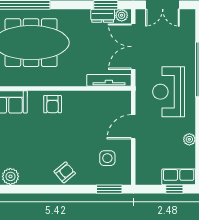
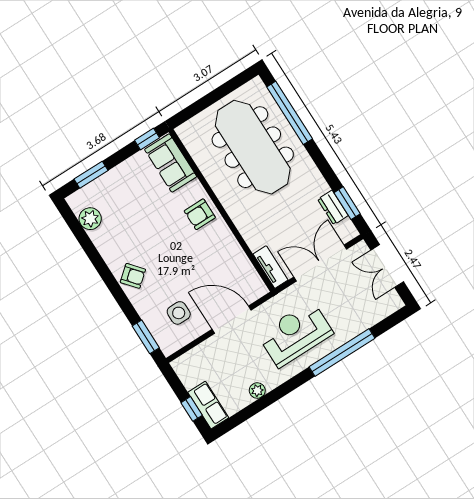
plant: (122, 15) -> (347, 228), removed
tv unit: (109, 80) -> (270, 267), width x0.71
door: (133, 127) -> (232, 320), width x1.36

